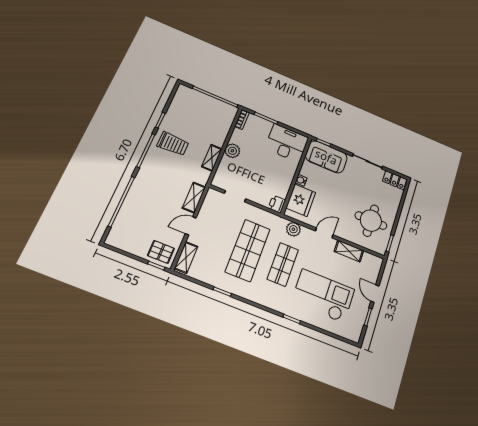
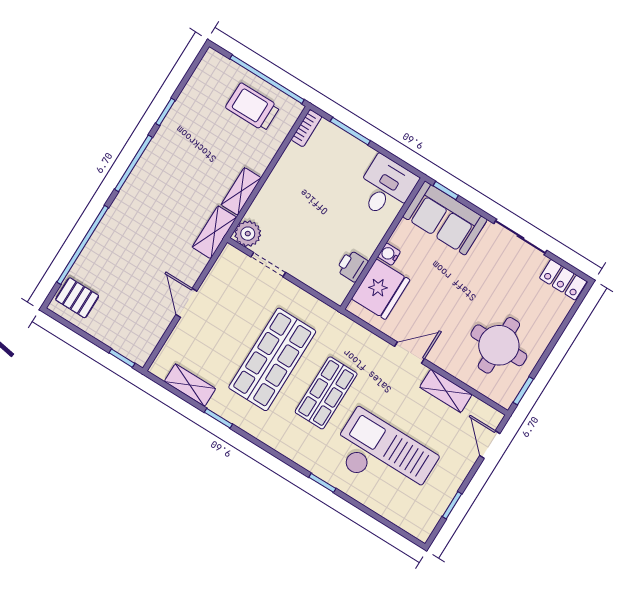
desk: (287, 143) -> (386, 187), width x0.73
trolley: (173, 144) -> (253, 107), moved, turned 180
plant: (232, 151) -> (248, 234), moved
shelving: (194, 198) -> (214, 232), moved
printer: (277, 204) -> (352, 266), moved
door: (191, 226) -> (186, 303), hinge flipped
plant: (293, 229) -> (357, 337), removed
pallet: (161, 252) -> (77, 298), moved
shelving: (186, 257) -> (190, 385), moved, turned 90
door: (375, 294) -> (490, 445), moved

